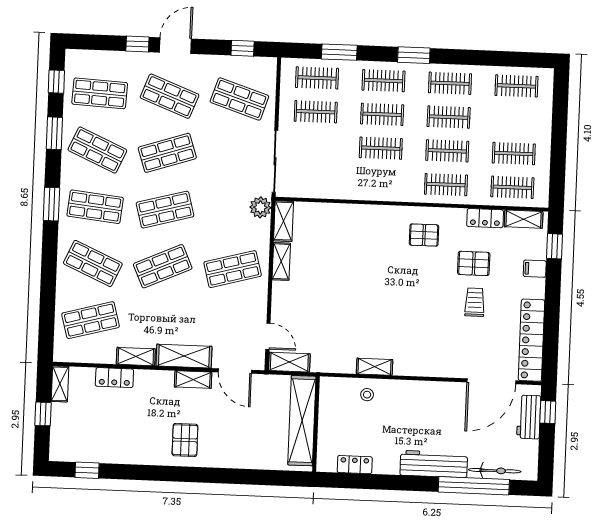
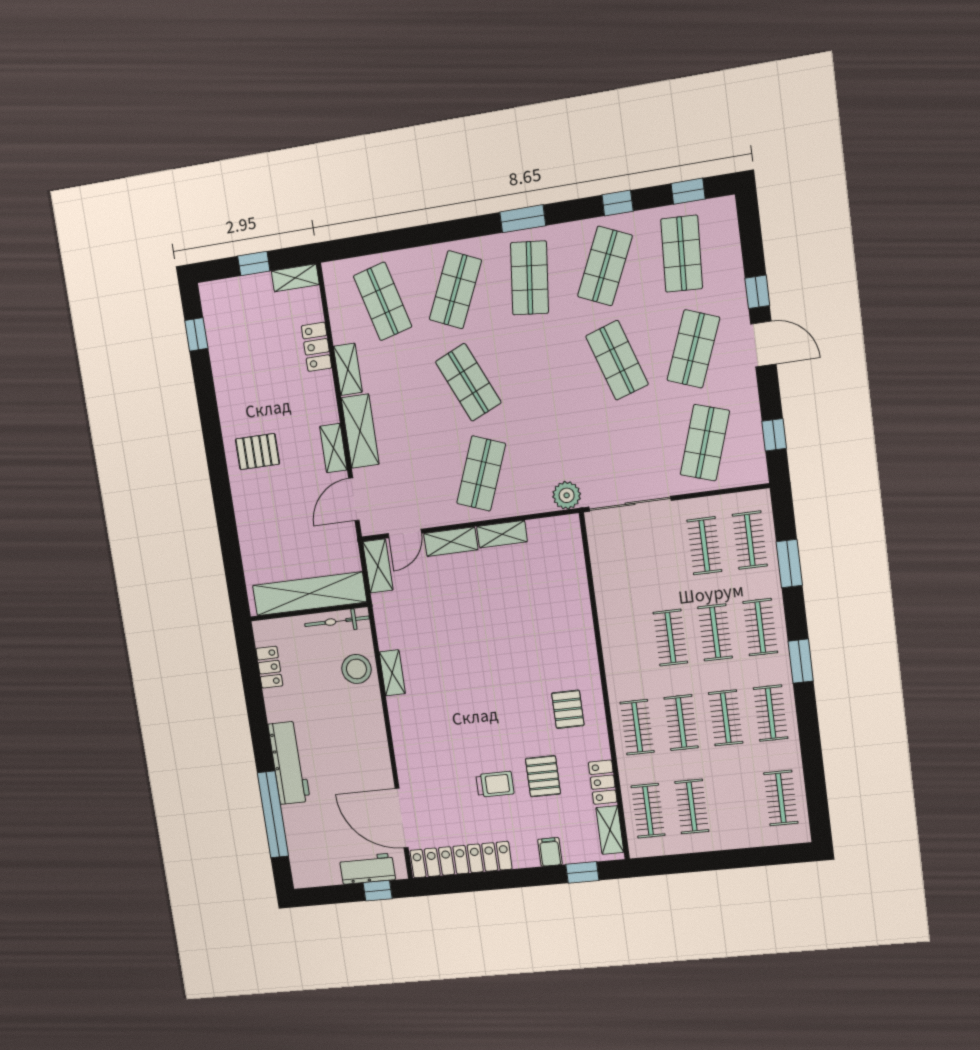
window: (54, 133) -> (618, 203), width x0.67
shop shelf: (165, 210) -> (542, 371), removed
shelving: (284, 221) -> (451, 542), moved
shop shelf: (233, 269) -> (481, 473), turned 36
stool: (367, 395) -> (356, 669), width x1.89, depth x1.89
bicycle: (495, 471) -> (337, 621), moved, turned 90

